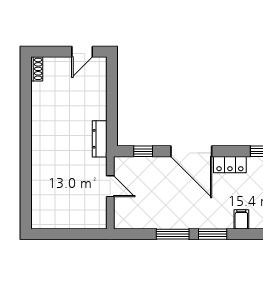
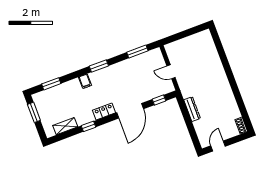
dresser: (100, 139) -> (192, 109), moved
door: (191, 151) -> (130, 111), swing flipped
window: (173, 234) -> (137, 52), moved

